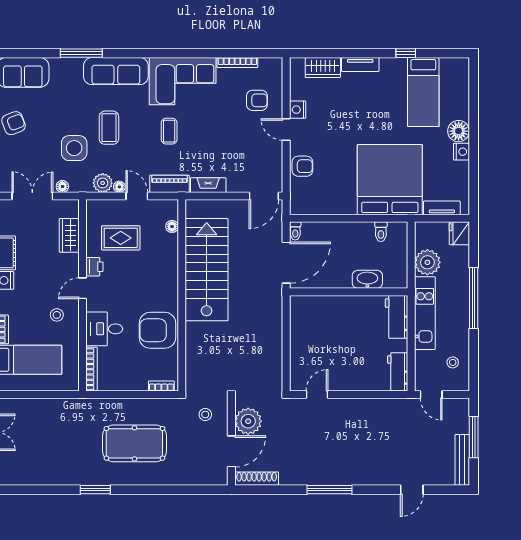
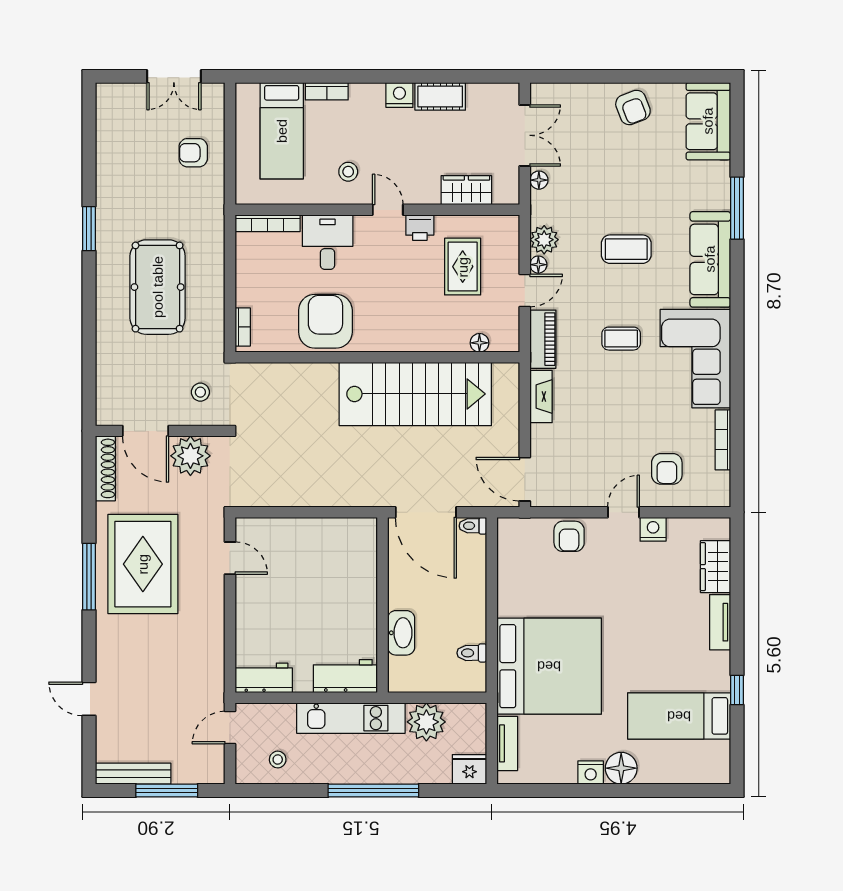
side table: (74, 148) -> (596, 197), removed
armchair: (44, 419) -> (193, 153), added
rug: (321, 453) -> (143, 564), added

